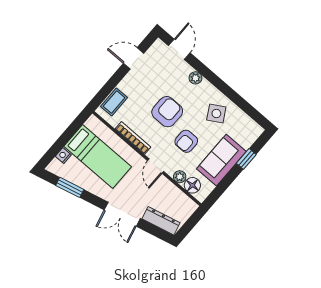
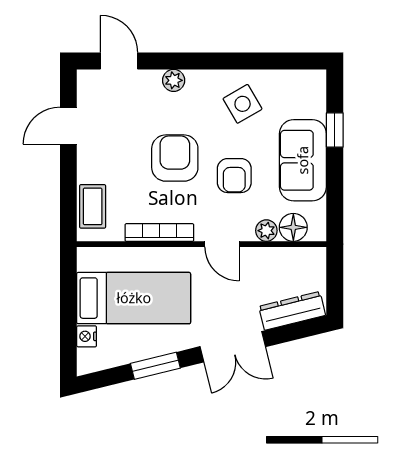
window: (70, 187) -> (155, 366), moved

